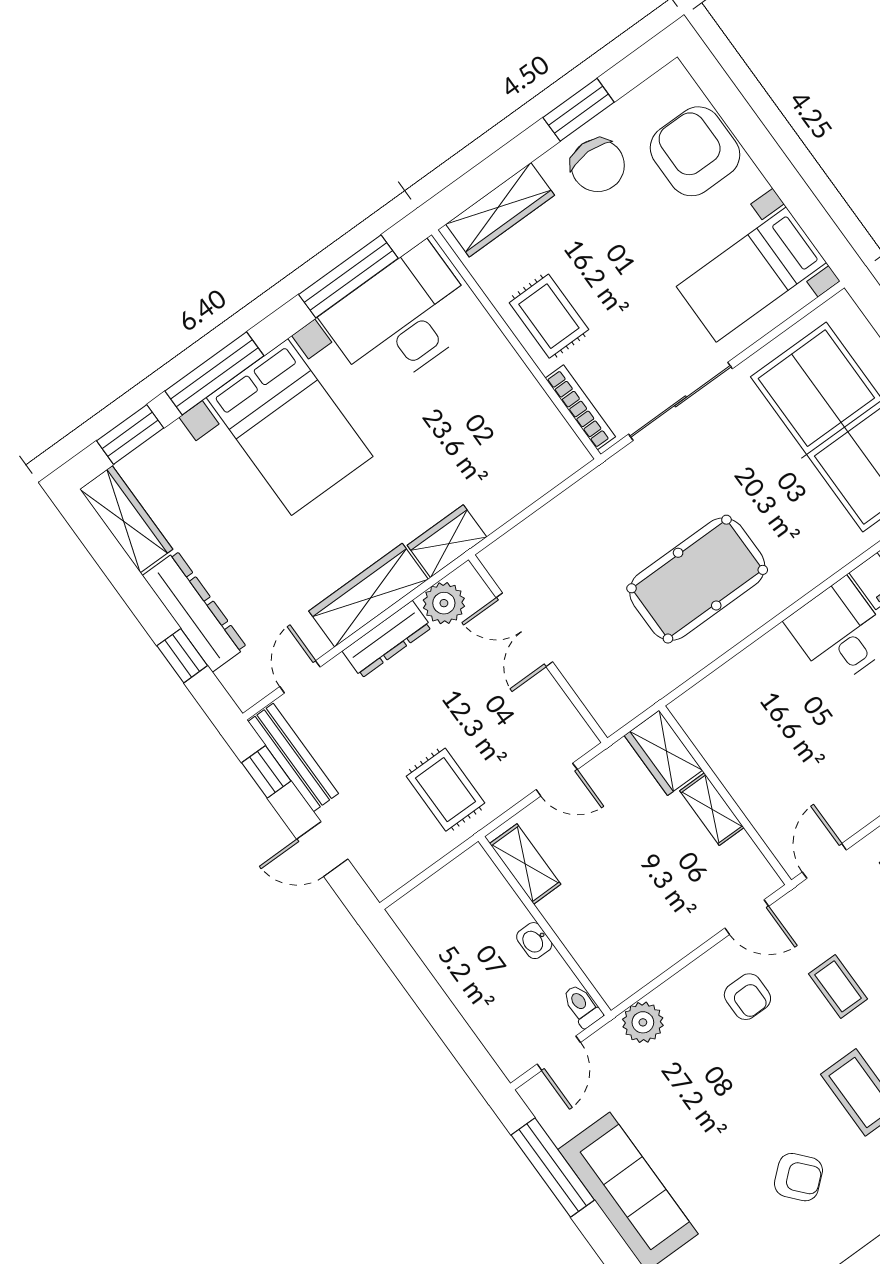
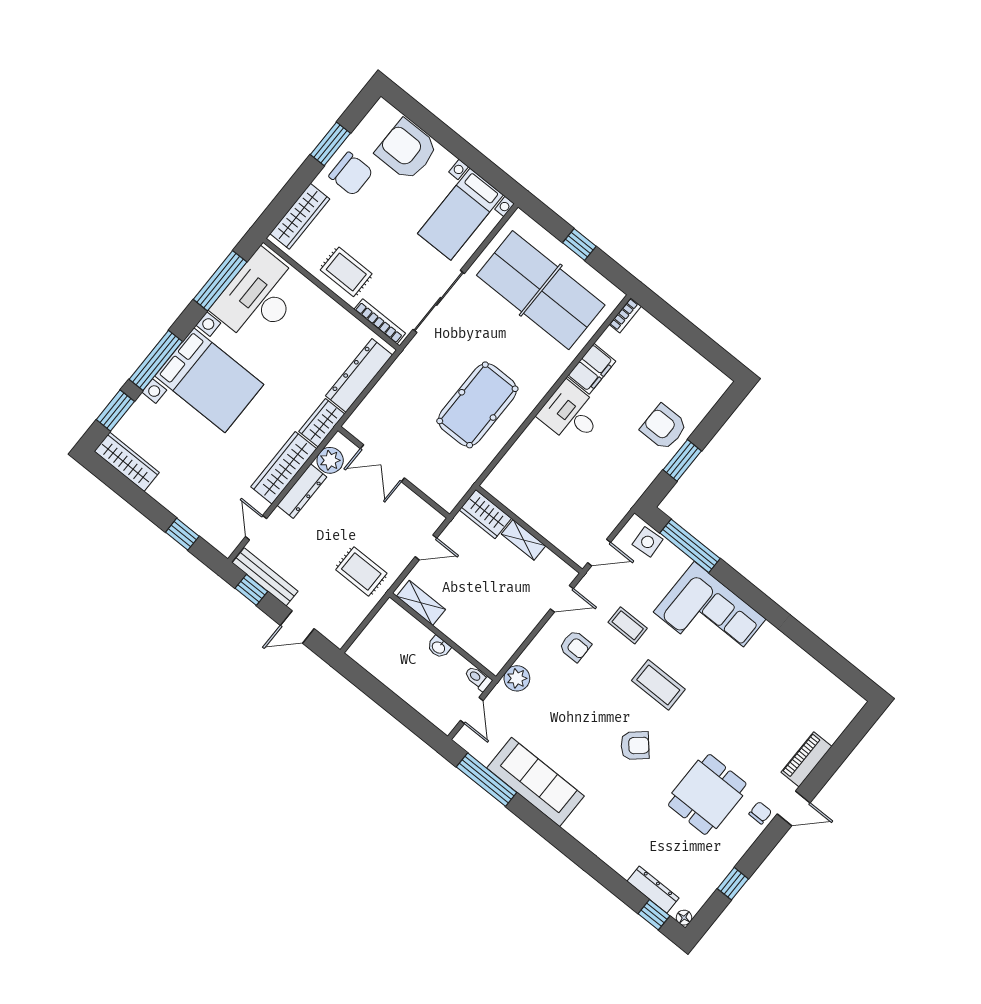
dresser: (195, 611) -> (359, 375), moved, turned -90
door: (824, 861) -> (599, 553), swing flipped

